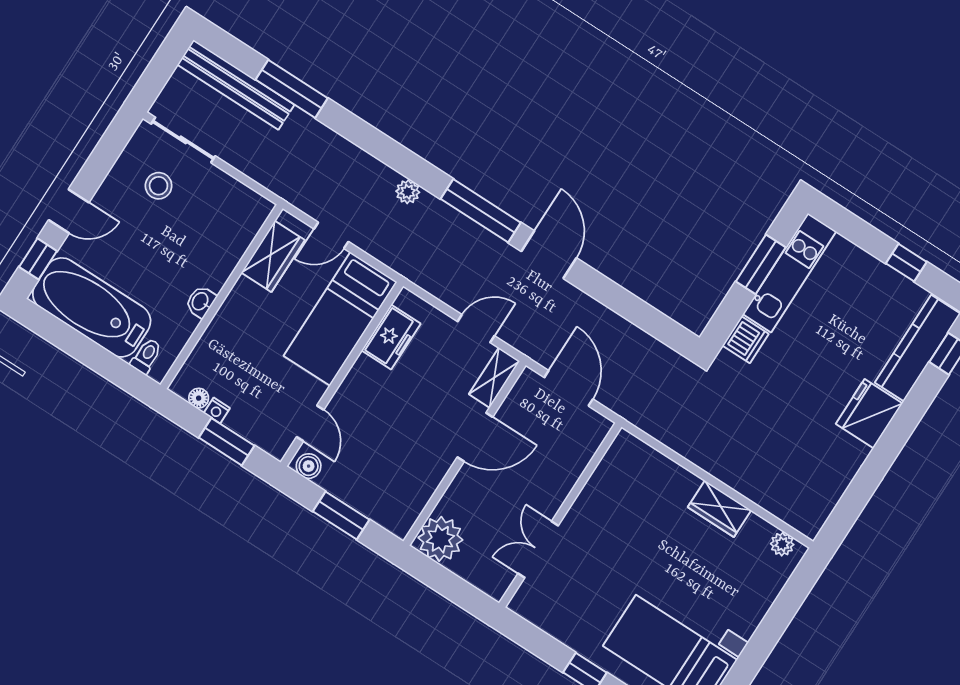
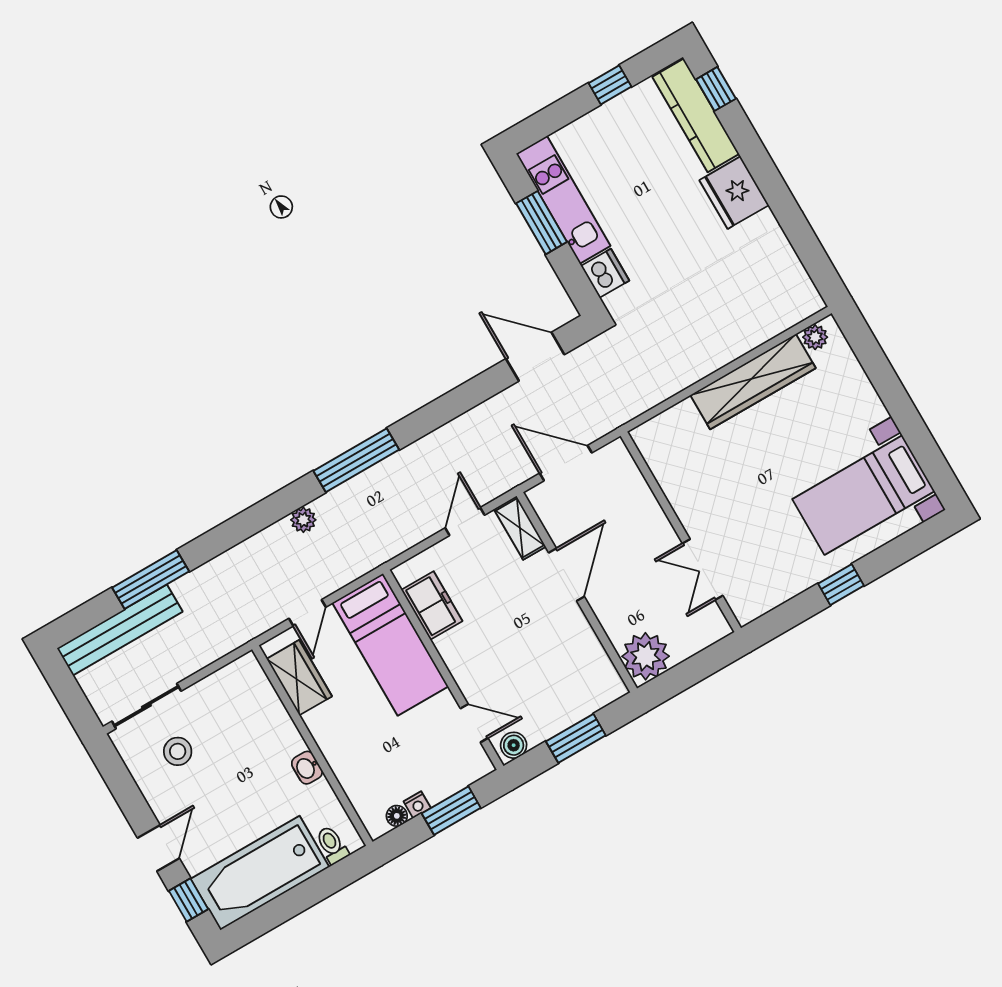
door: (549, 255) -> (535, 357), moved
wardrobe: (719, 509) -> (753, 382), width x2.10, depth x1.17

